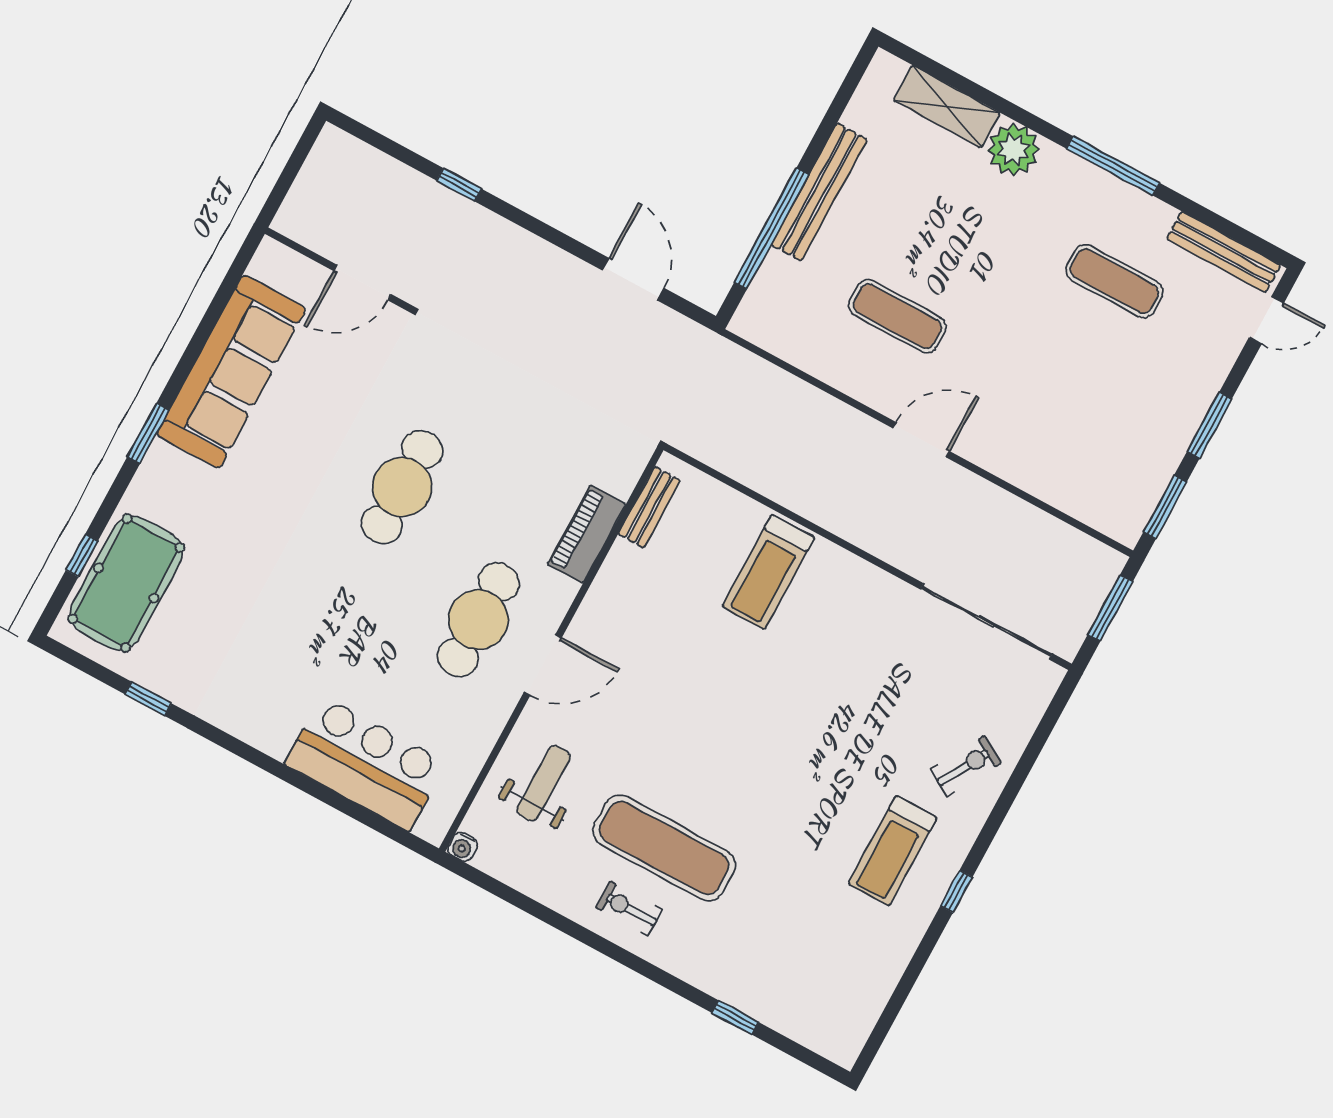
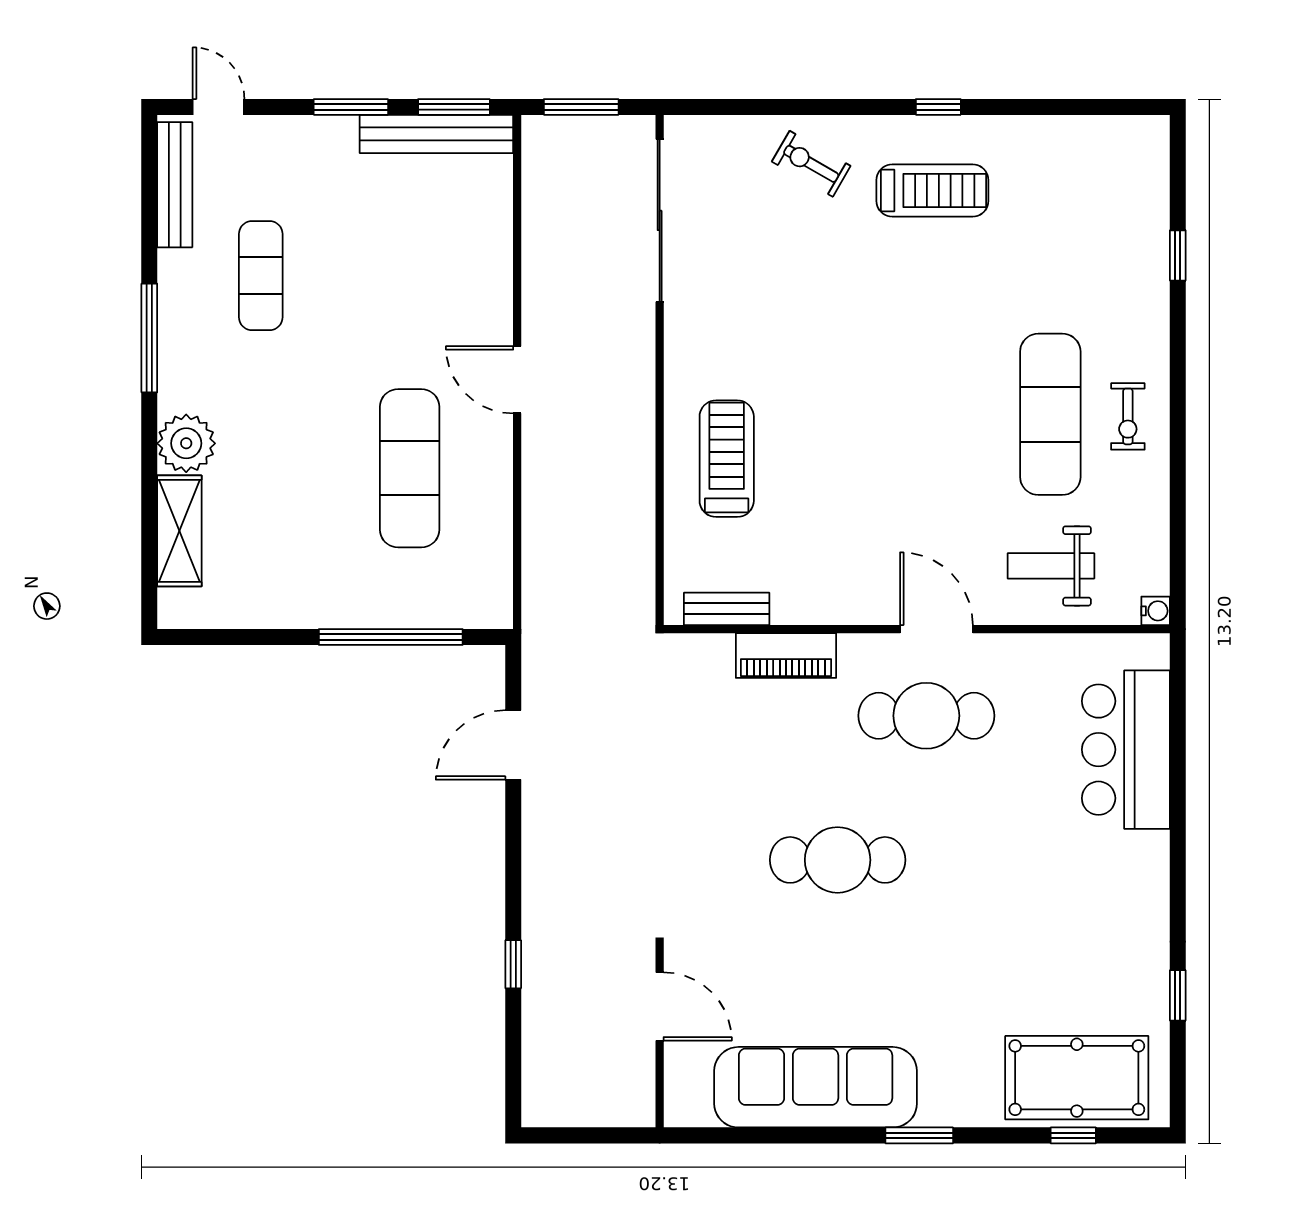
bench: (819, 192) -> (436, 134), moved
exercise mat: (897, 316) -> (410, 468), width x1.36, depth x1.45
treadmill: (768, 572) -> (727, 459), turned -90

